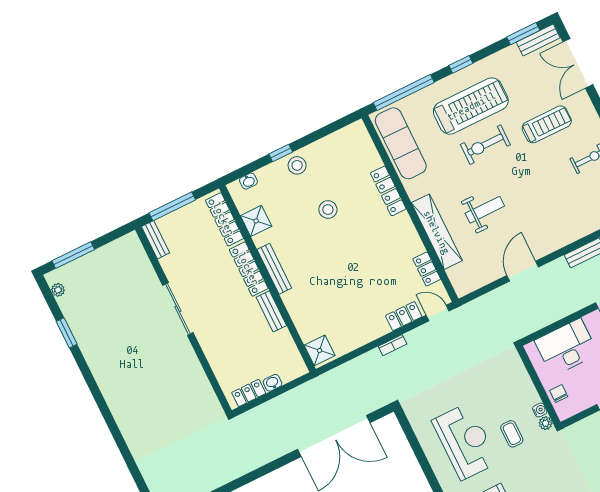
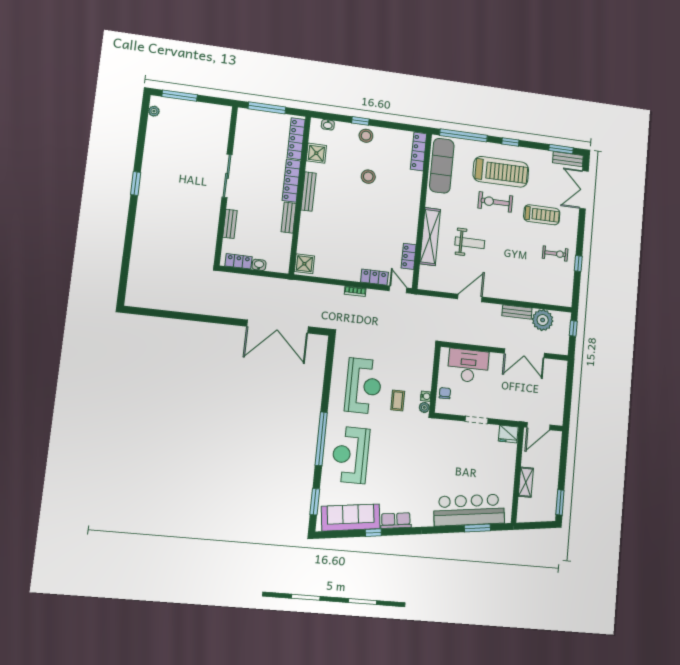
locker: (388, 191) -> (419, 151), moved
bench: (156, 240) -> (230, 224), moved
window: (67, 333) -> (136, 184), moved

